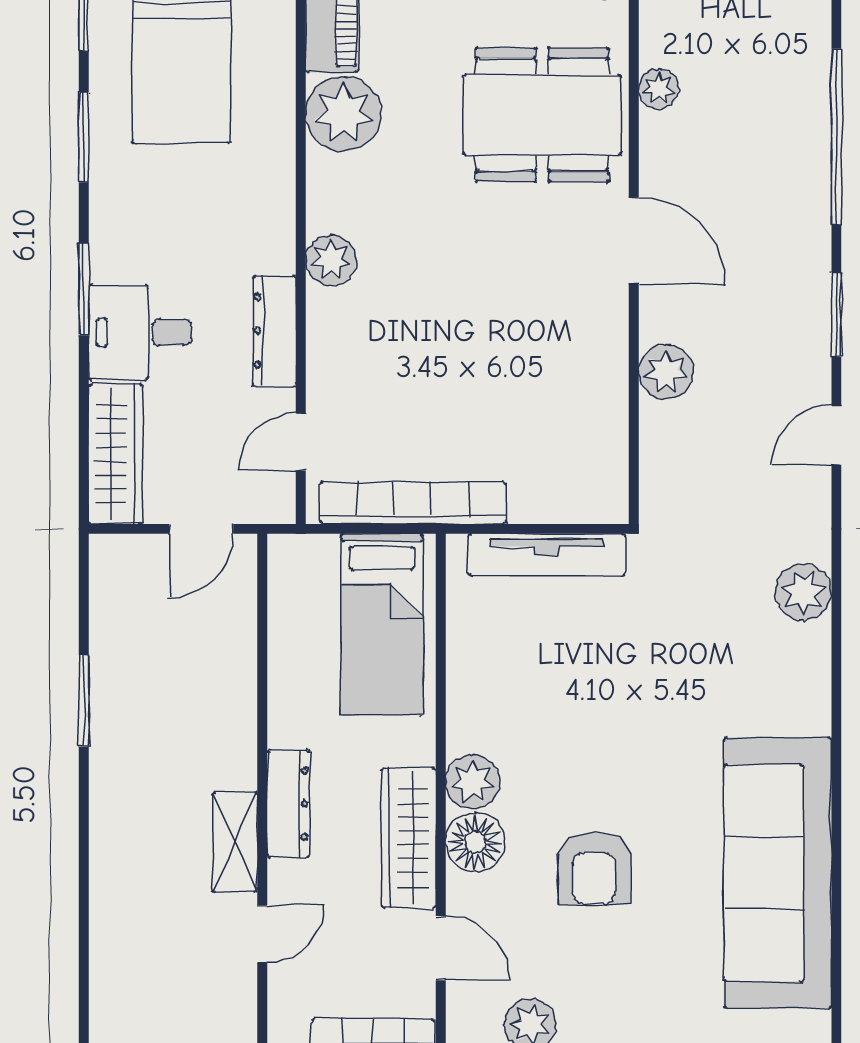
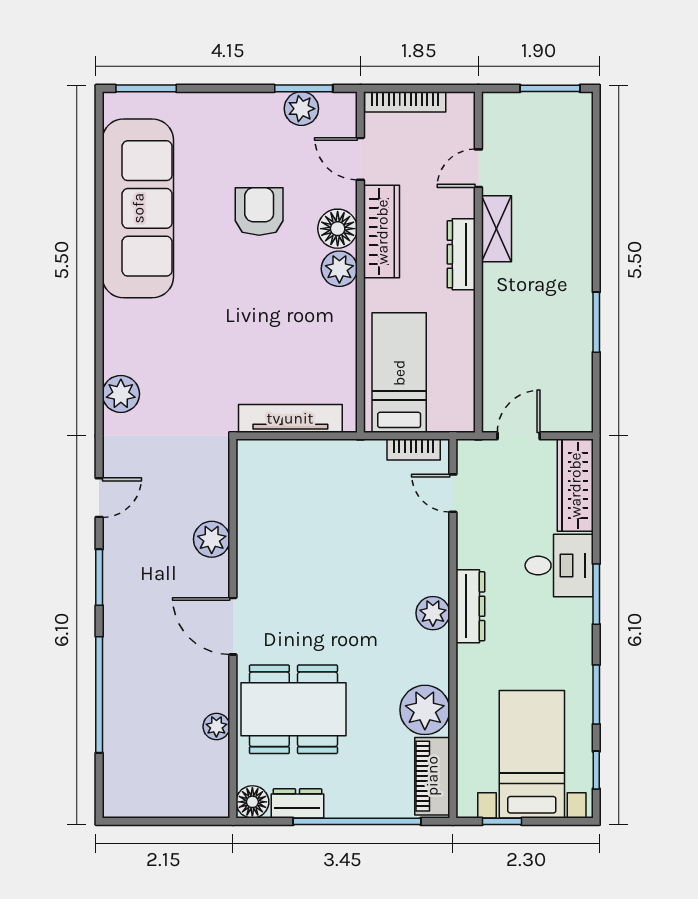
dresser: (274, 331) -> (470, 606), moved
door: (301, 442) -> (453, 493), swing flipped
bookcase: (413, 503) -> (414, 449), width x0.43, depth x0.76

